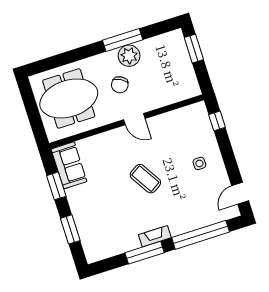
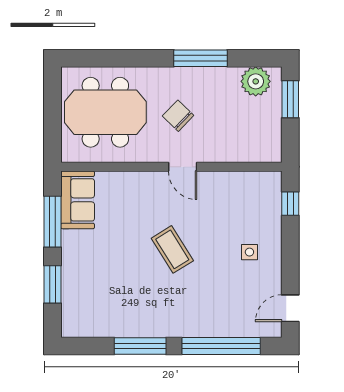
plant: (129, 56) -> (256, 81), moved
chair: (120, 85) -> (178, 116), turned 105
window: (56, 186) -> (52, 222), width x1.44
fireplace: (155, 236) -> (161, 329), removed

